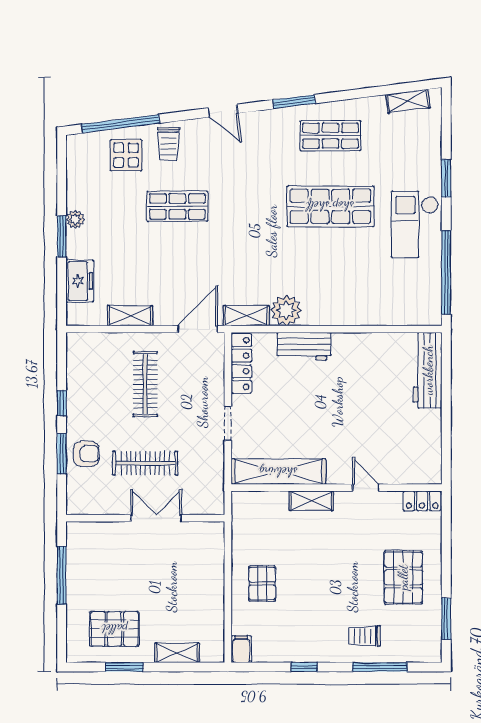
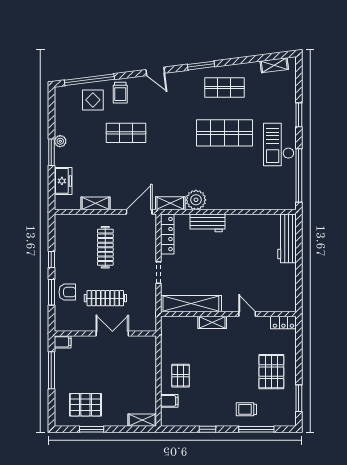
filing cabinet: (79, 531) -> (63, 342), added
filing cabinet: (241, 649) -> (169, 401), moved, turned 90
shelving: (177, 653) -> (142, 420), moved

